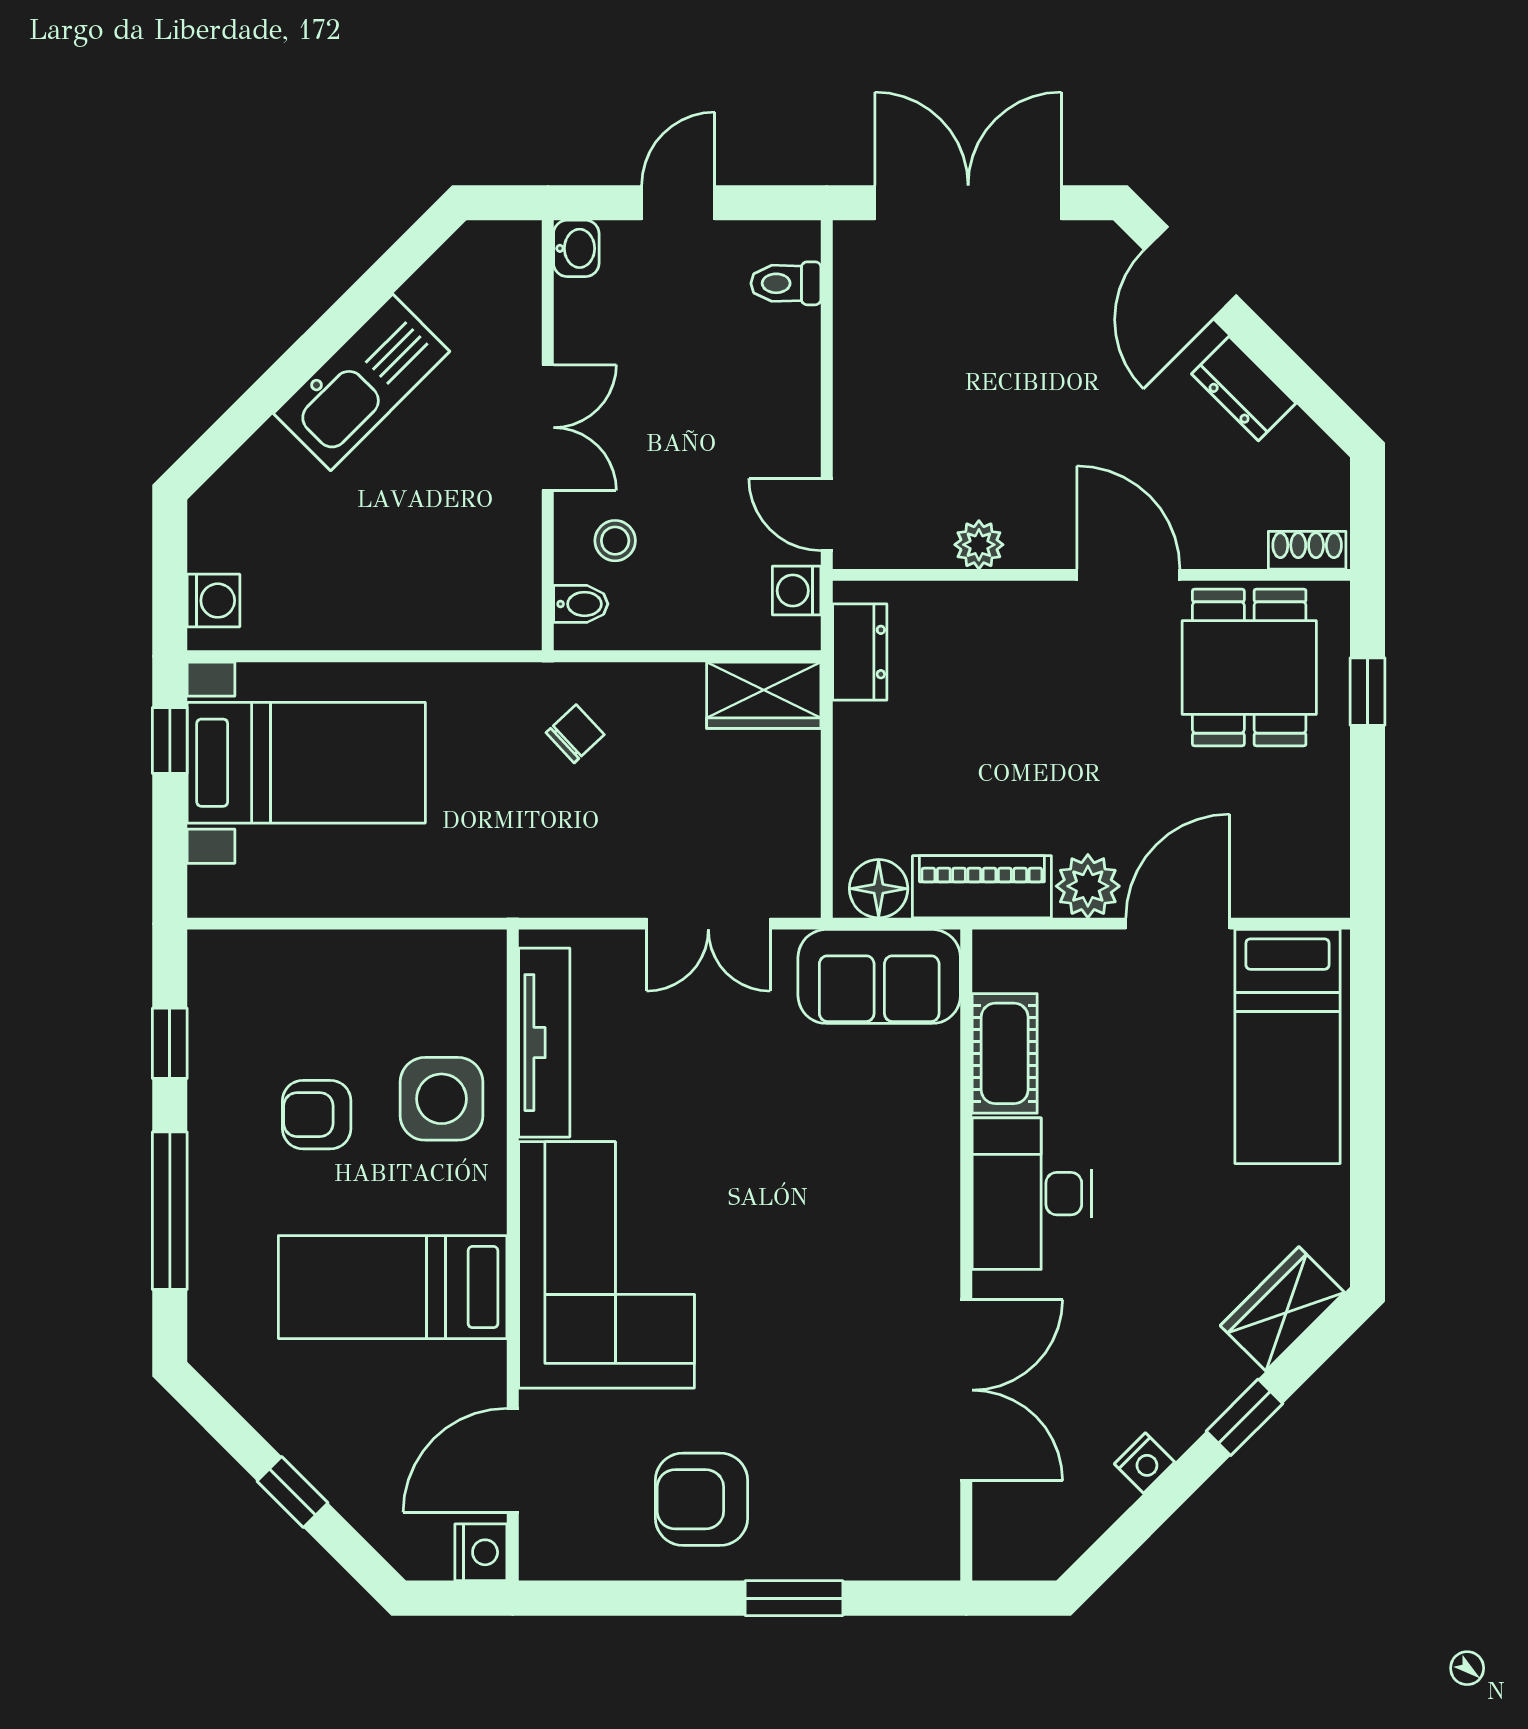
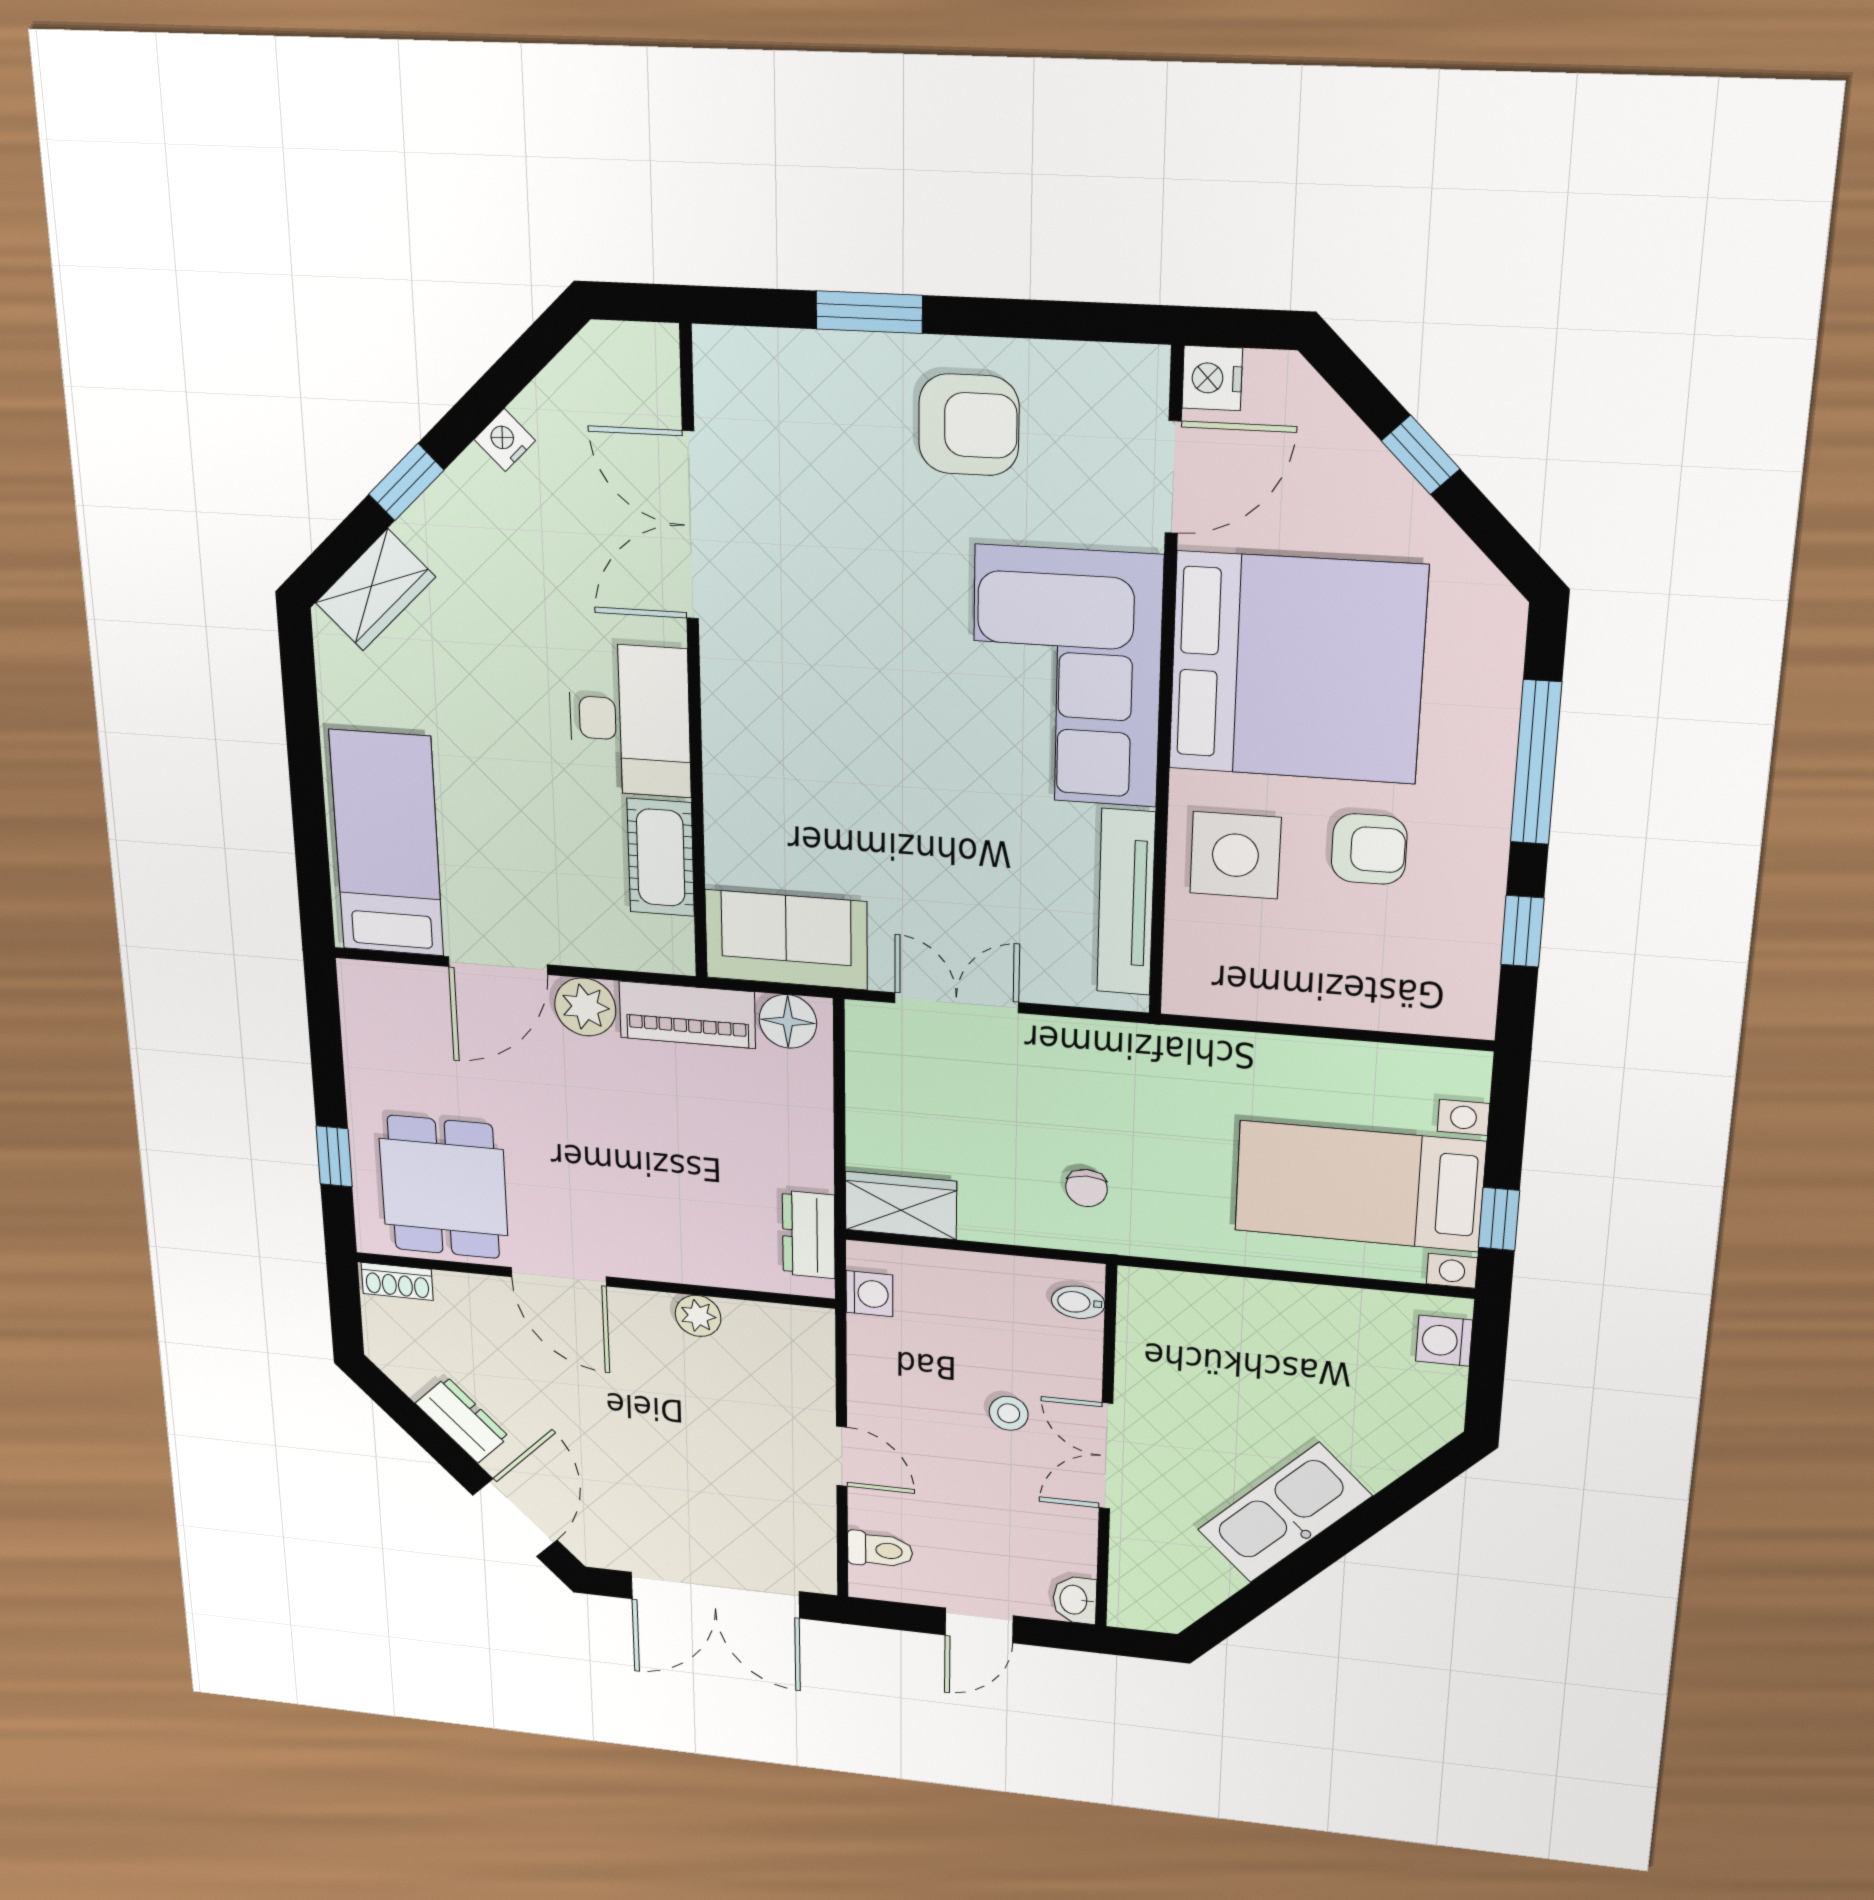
door: (827, 515) -> (842, 1456), moved
stool: (615, 541) -> (1009, 1413), moved
chair: (575, 734) -> (1087, 1188), turned -47
bed: (393, 1287) -> (1297, 668), width x2.04

